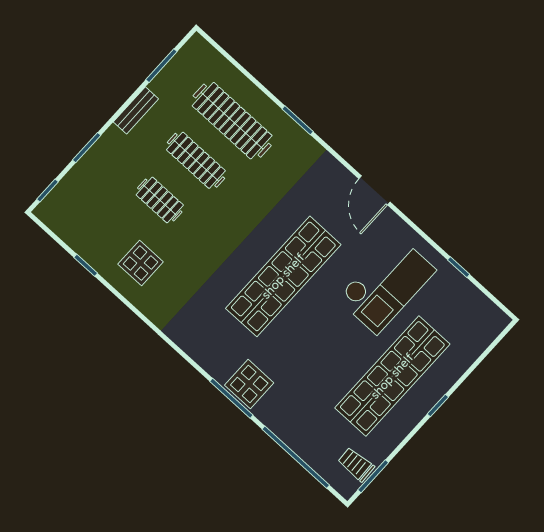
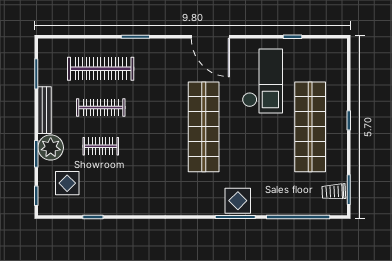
bench: (136, 110) -> (45, 110), width x1.36
plant: (107, 154) -> (51, 148), added
door: (374, 190) -> (210, 37), width x1.36
display table: (141, 263) -> (67, 183), moved

